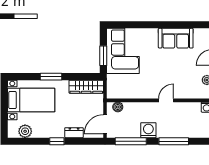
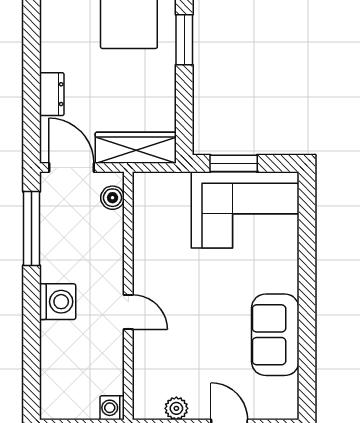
wardrobe: (86, 87) -> (136, 148), moved, turned 90
washing machine: (148, 130) -> (58, 302), moved
window: (57, 141) -> (31, 53), removed
window: (174, 141) -> (31, 330), removed

